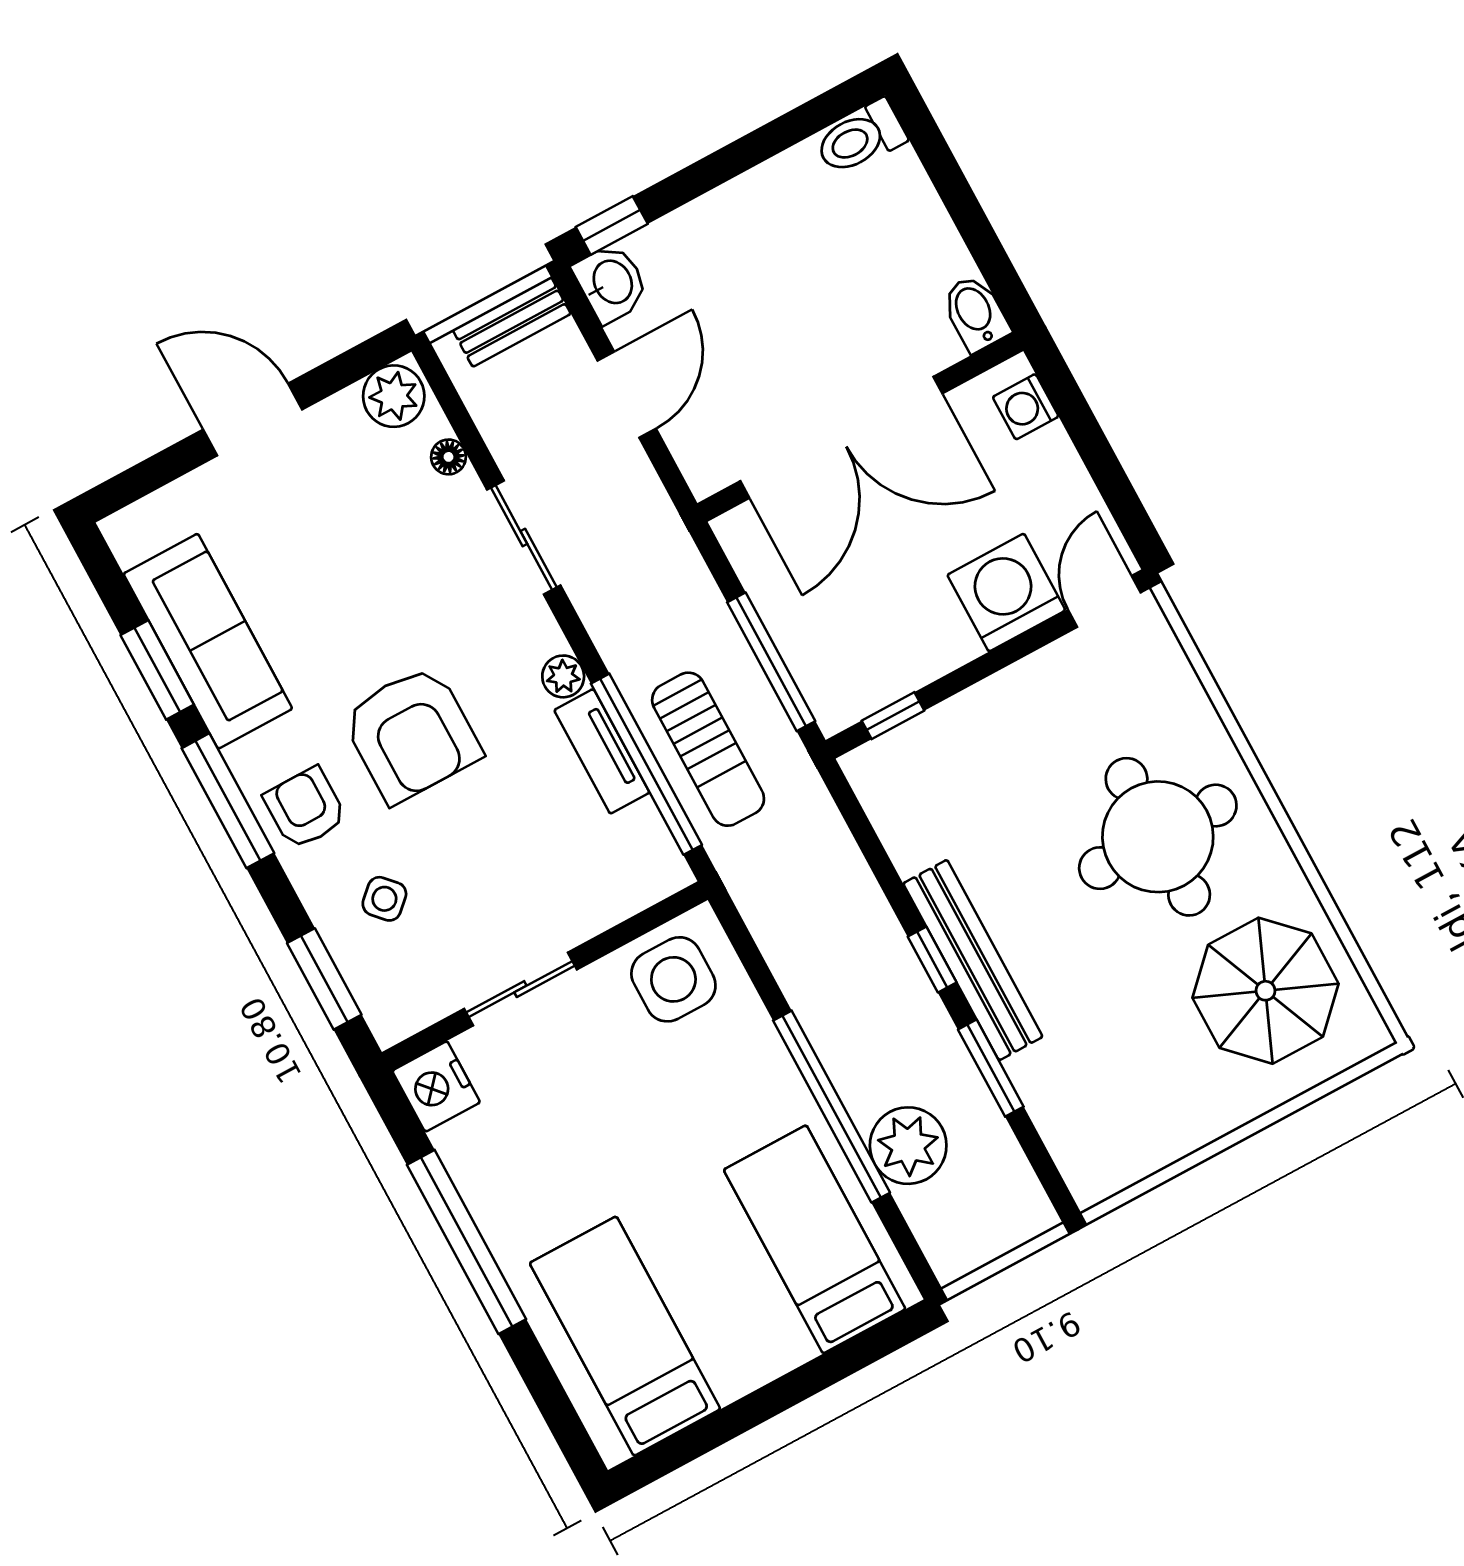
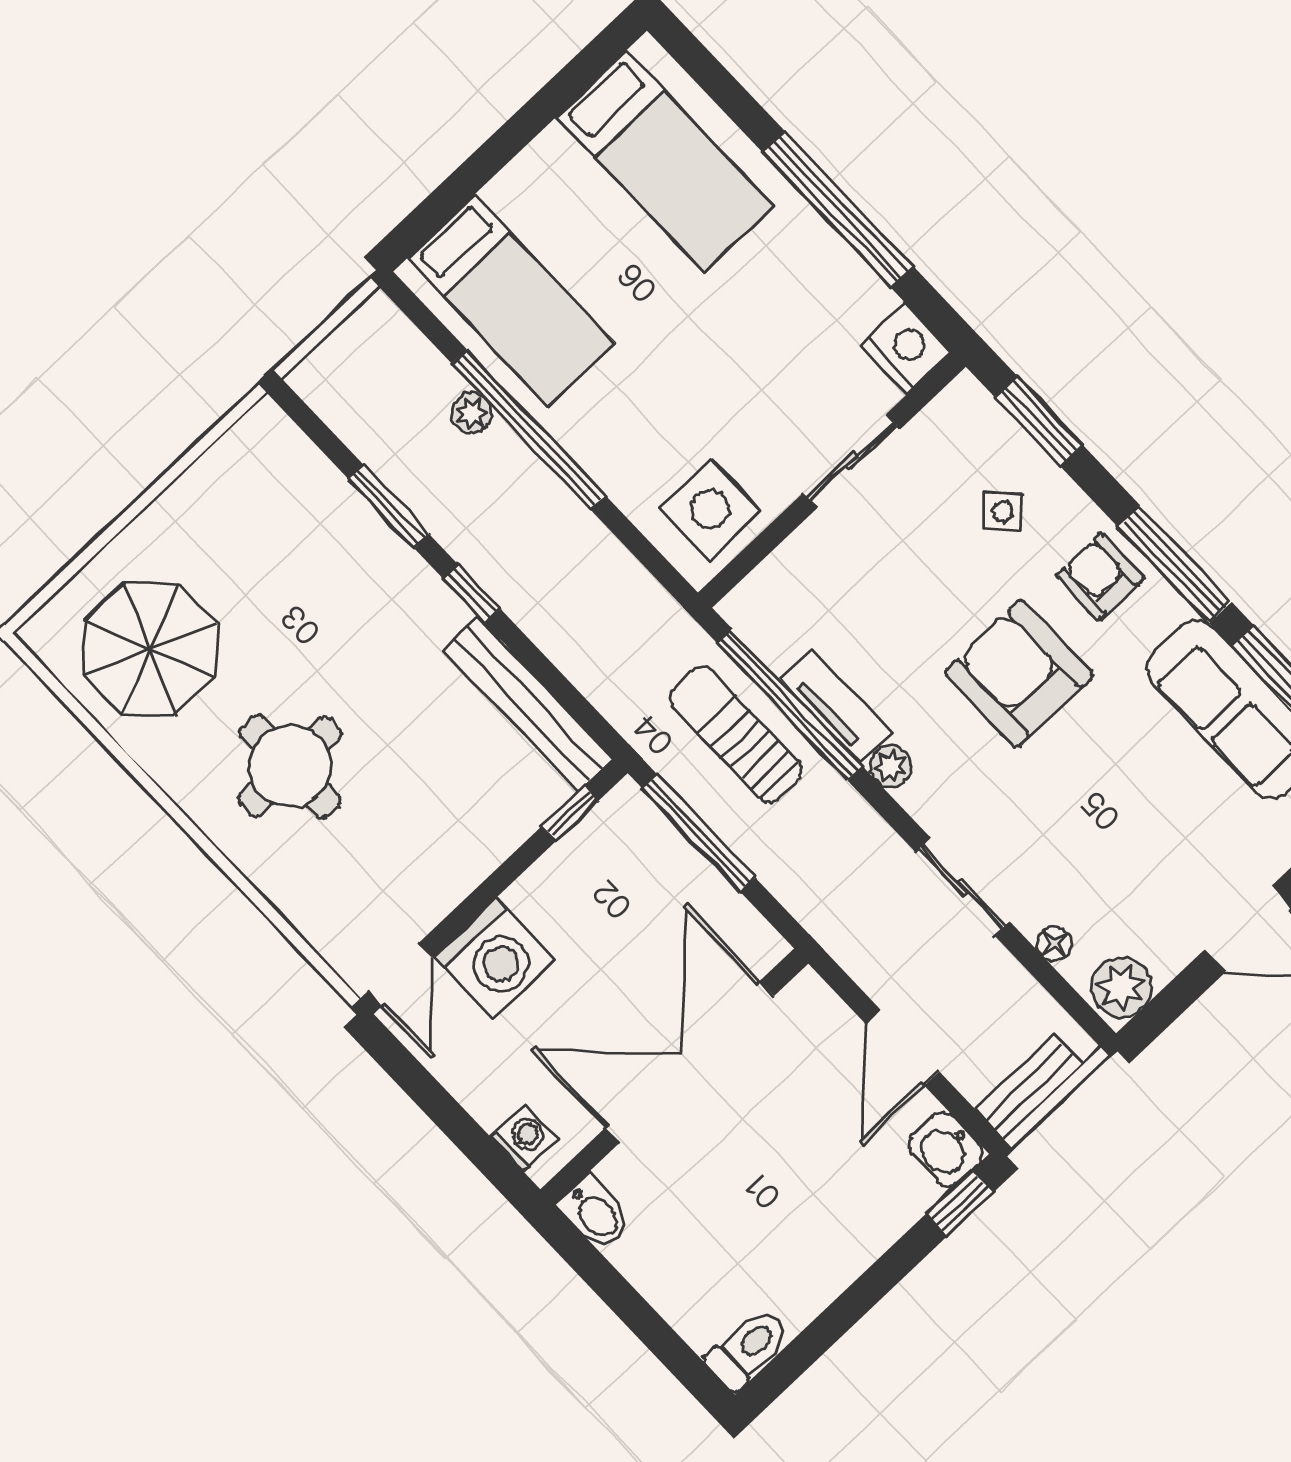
armchair: (305, 808) -> (1100, 577), turned 180
round table: (1158, 837) -> (290, 766), width x0.73, depth x0.73
bench: (973, 960) -> (528, 704), moved
plant: (908, 1146) -> (471, 413), width x0.53, depth x0.53

